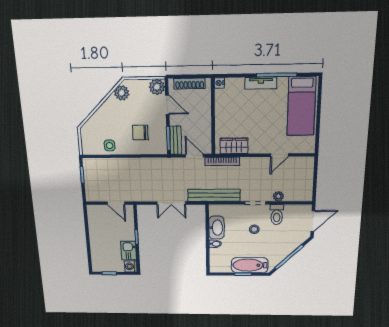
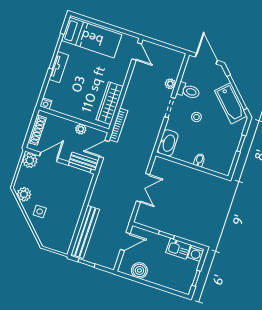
plant: (206, 127) -> (81, 129), added
chair: (140, 133) -> (65, 191), removed
side table: (110, 145) -> (40, 212), moved
wardrobe: (234, 146) -> (110, 103), width x1.50
door: (279, 155) -> (137, 51), moved
bench: (214, 195) -> (85, 232), moved
boiler: (95, 224) -> (139, 270), added
washbasin: (216, 228) -> (168, 143), moved, turned 90
bathtub: (250, 265) -> (231, 103), moved, turned -45

